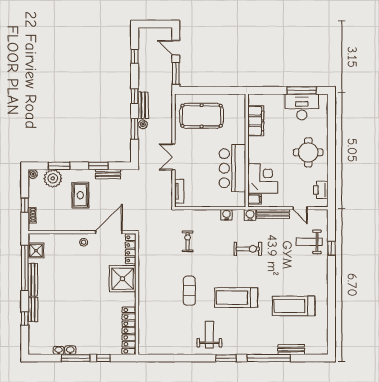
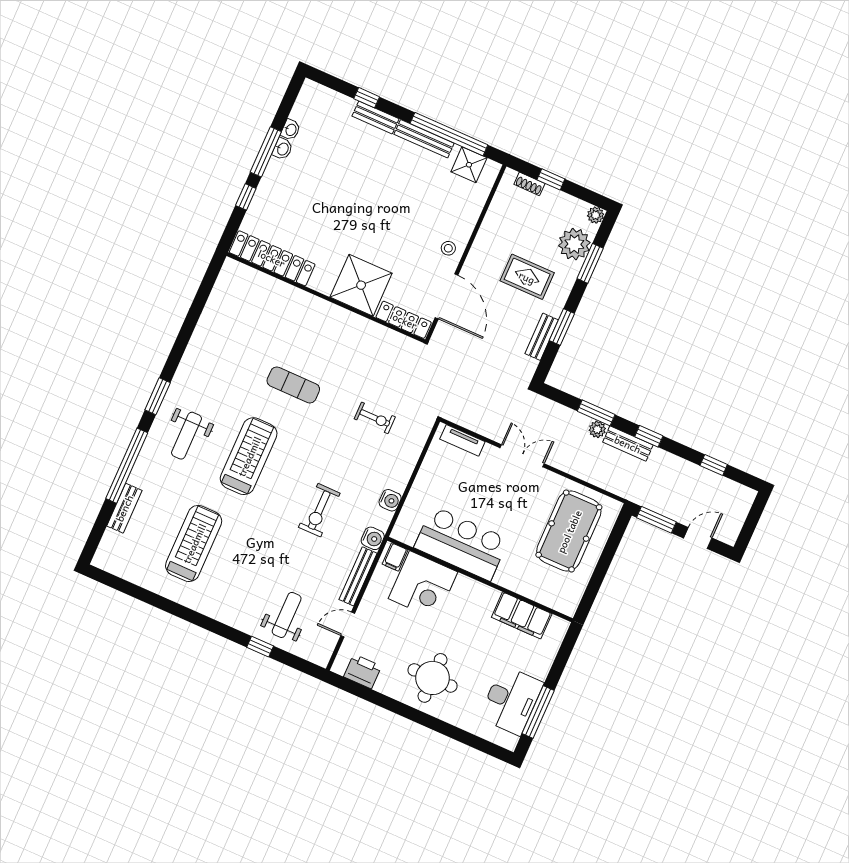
weight bench: (209, 335) -> (186, 436), moved, turned 90

